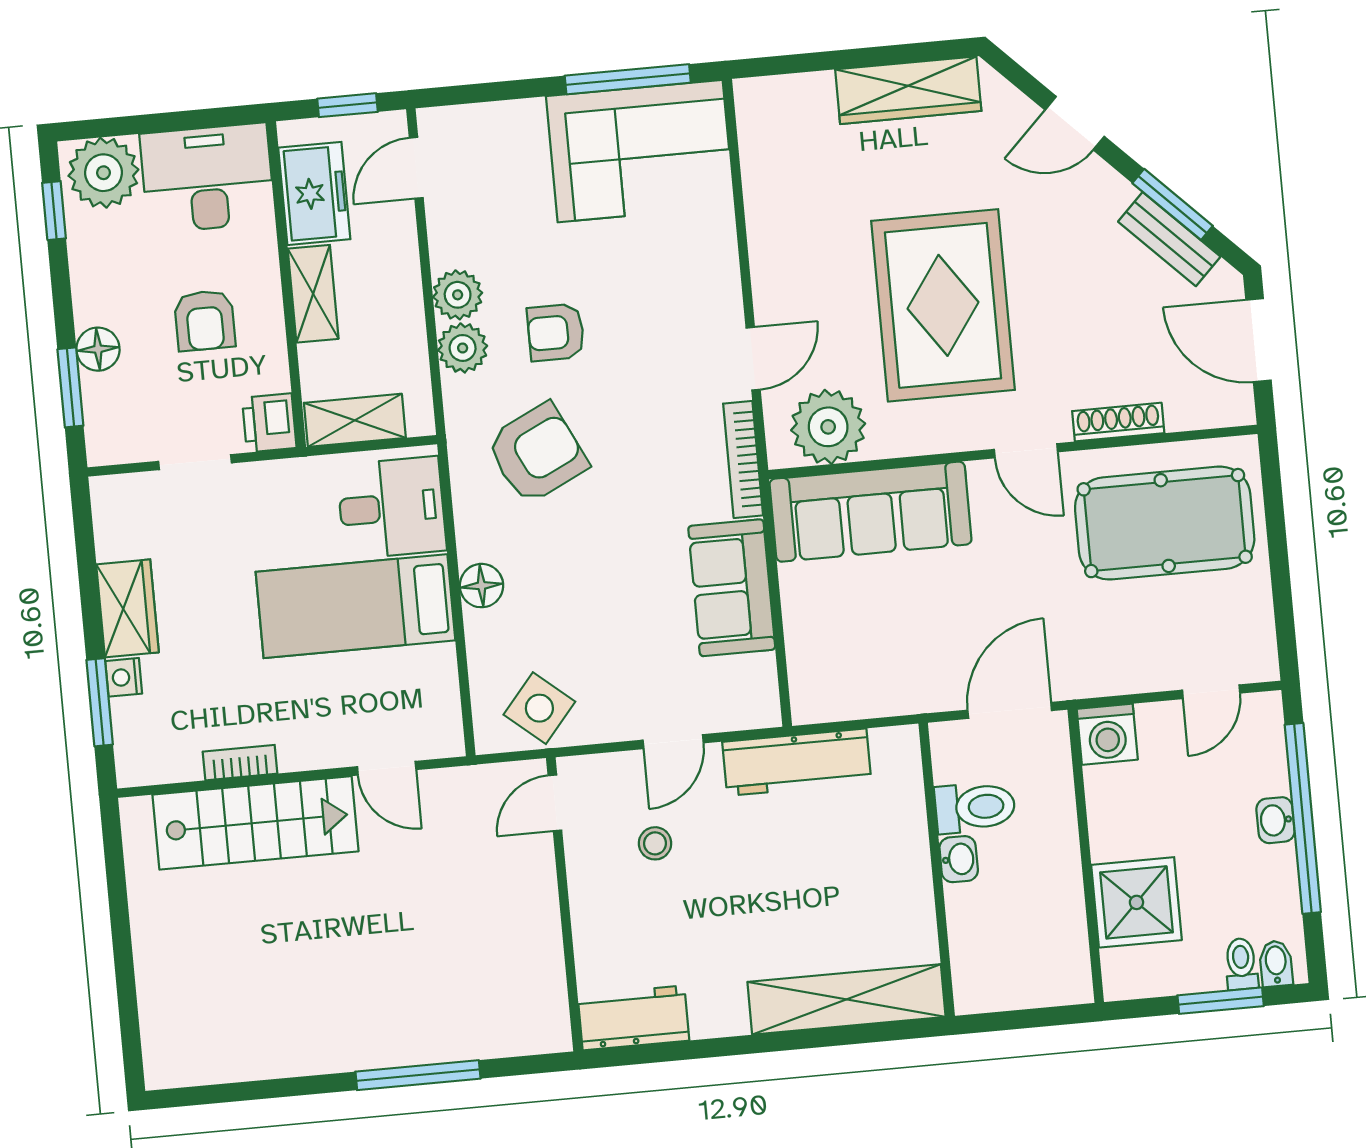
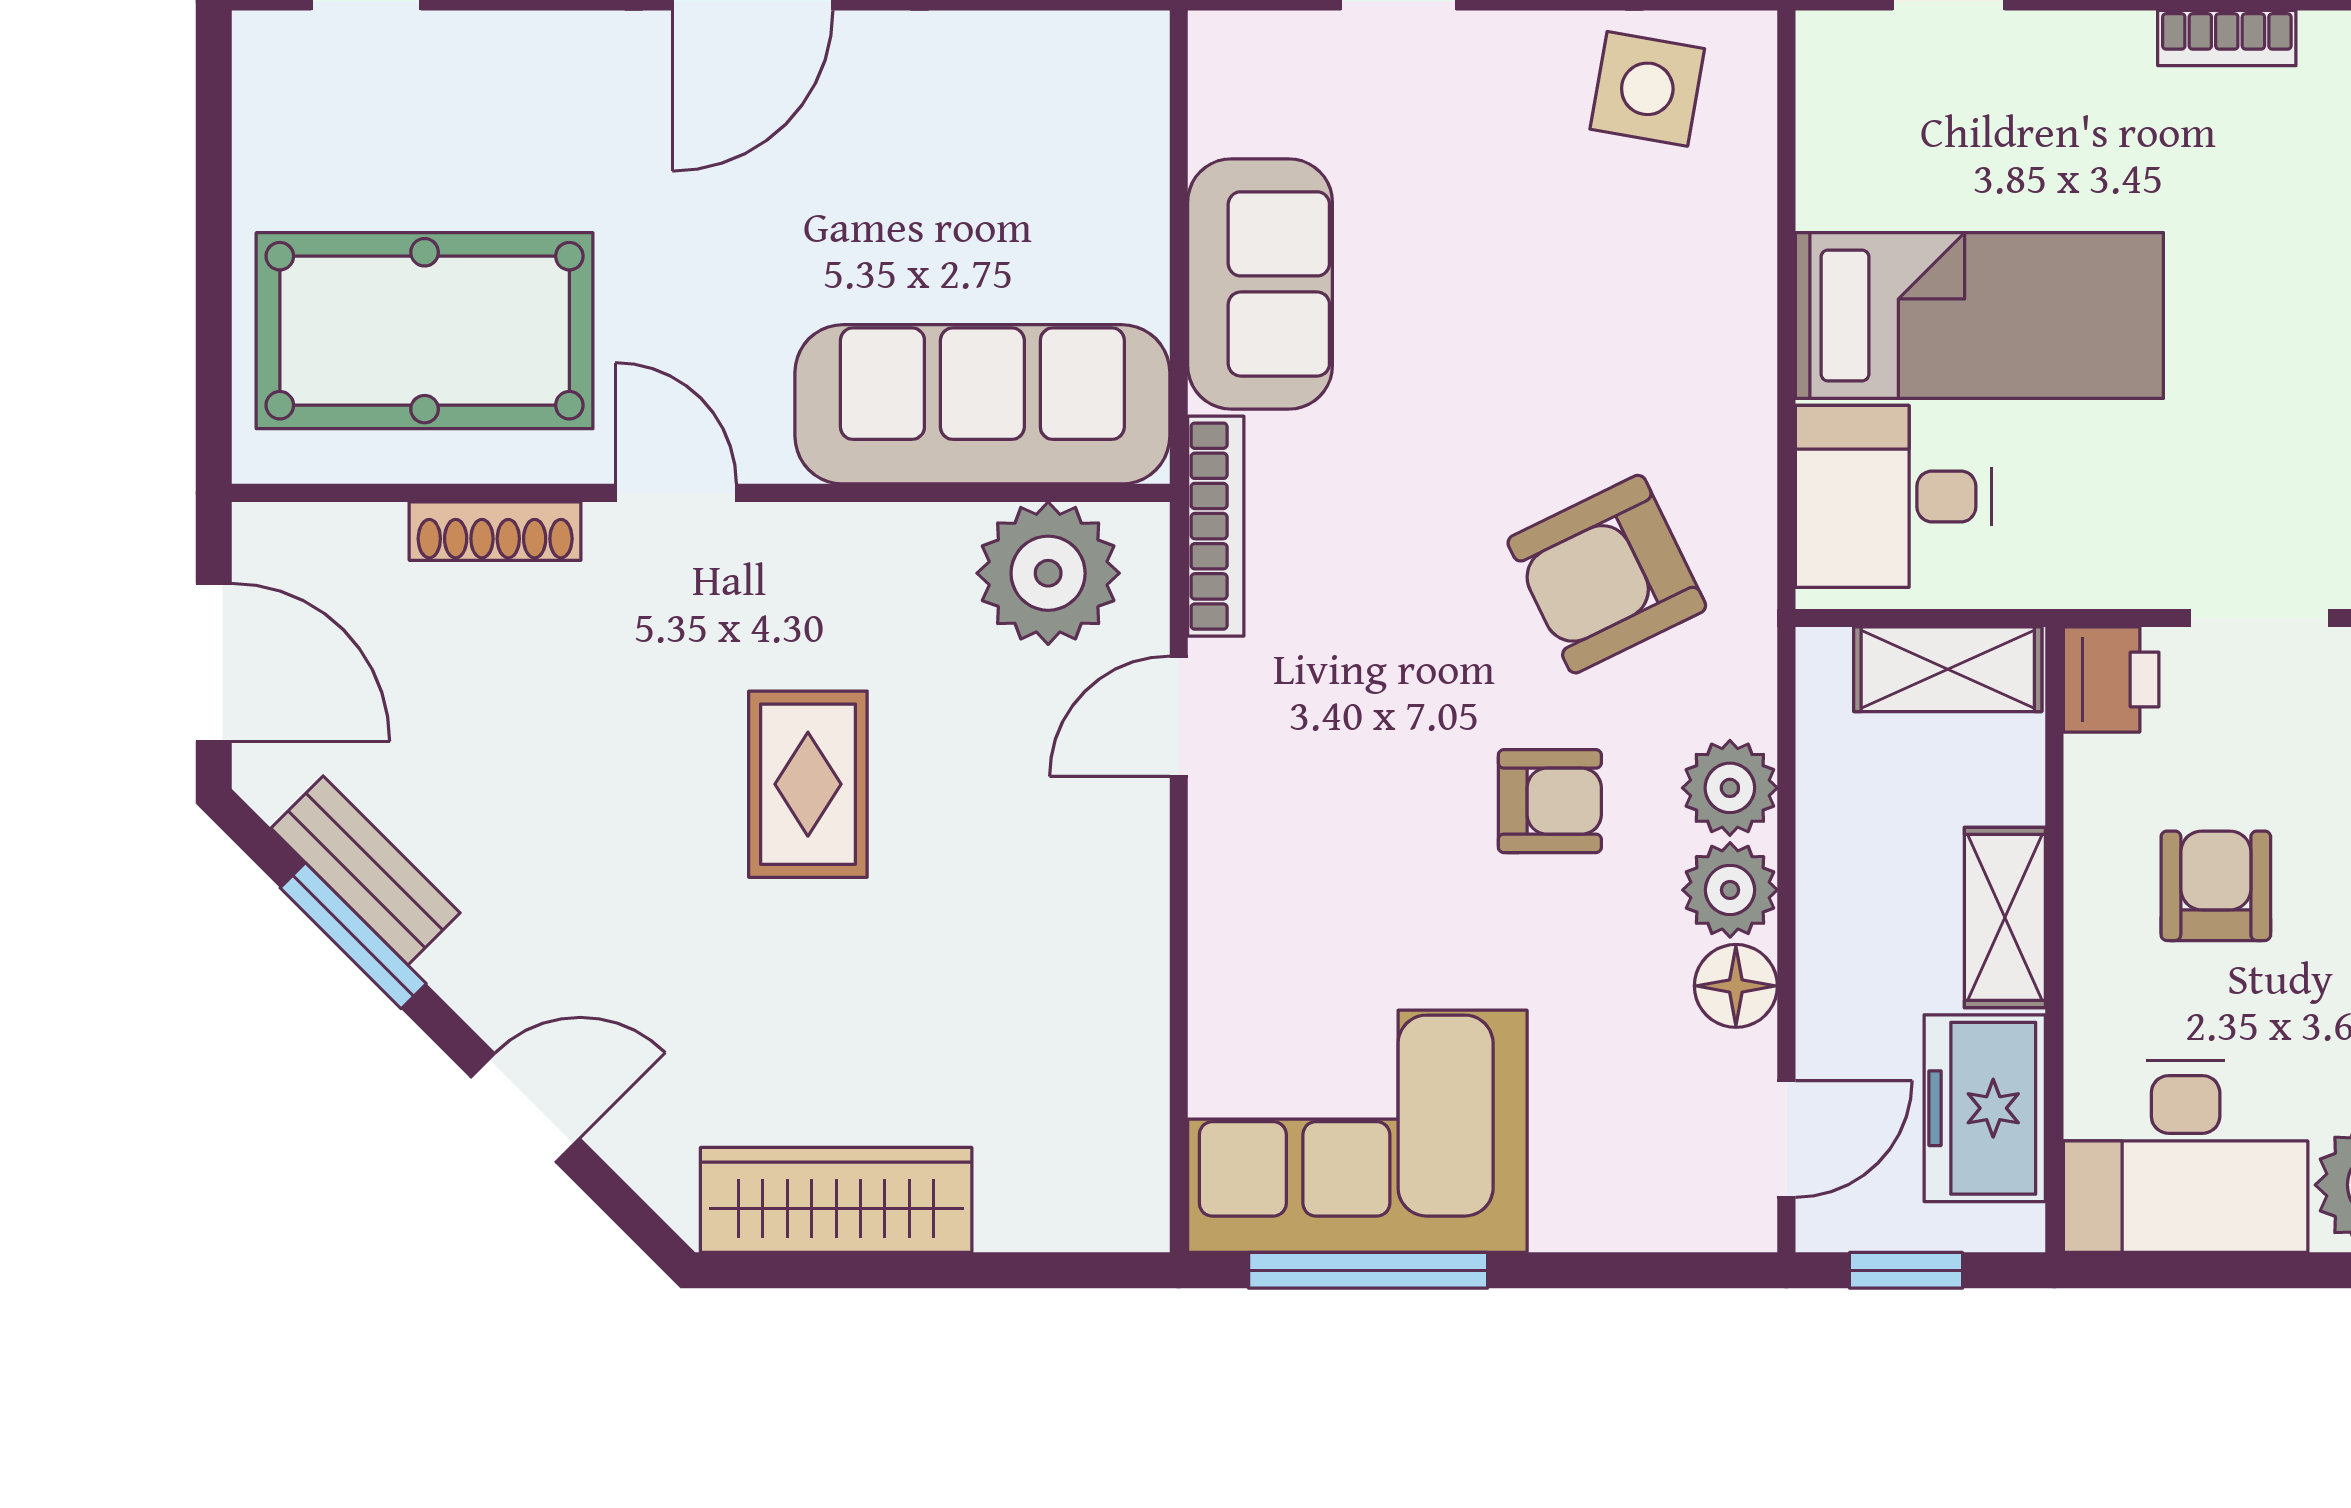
rug: (943, 305) -> (808, 784), width x0.54, depth x0.49
floor lamp: (481, 586) -> (1736, 986), moved
side table: (539, 708) -> (1647, 89), turned -30

